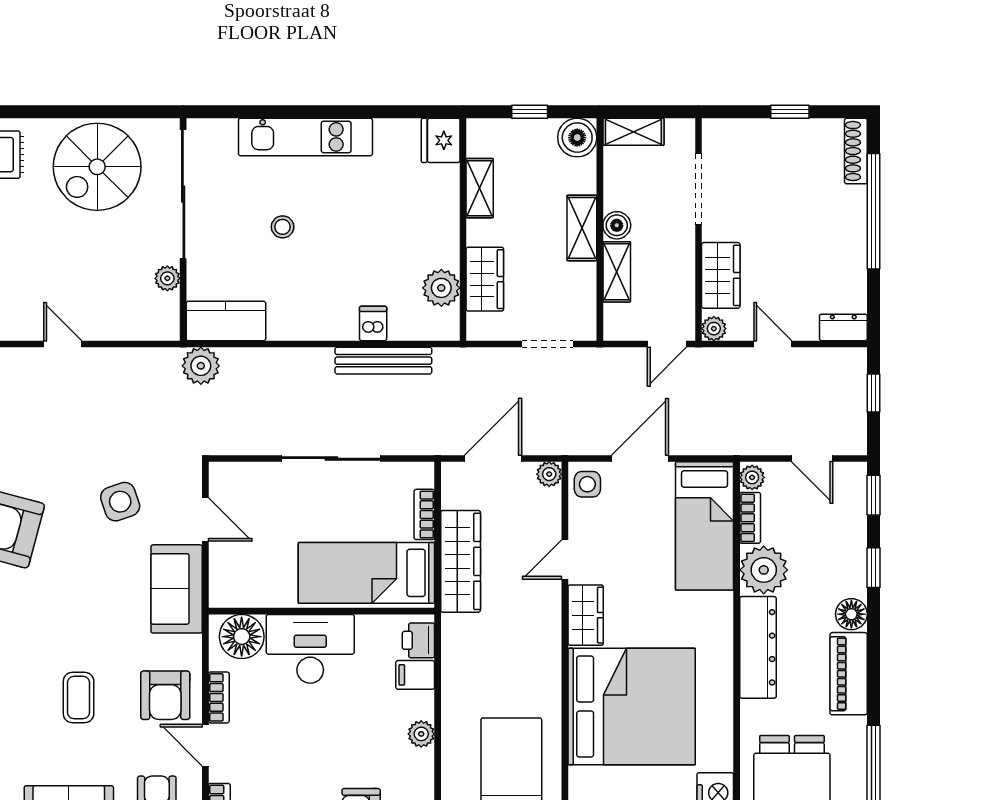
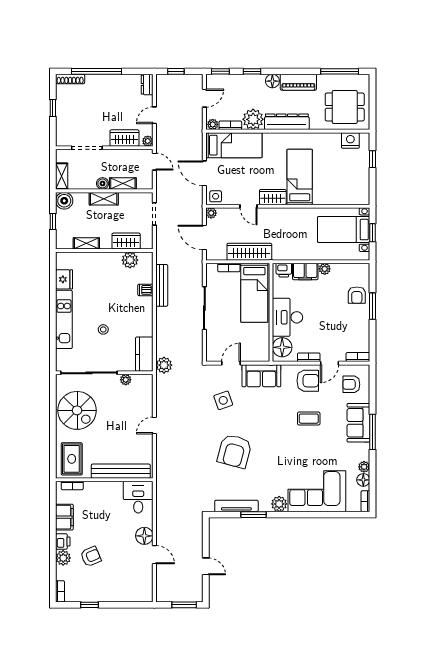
fridge: (441, 140) -> (64, 279), moved, turned -90
filing cabinet: (415, 675) -> (305, 272), width x2.00
bed: (632, 706) -> (300, 177), width x0.49

